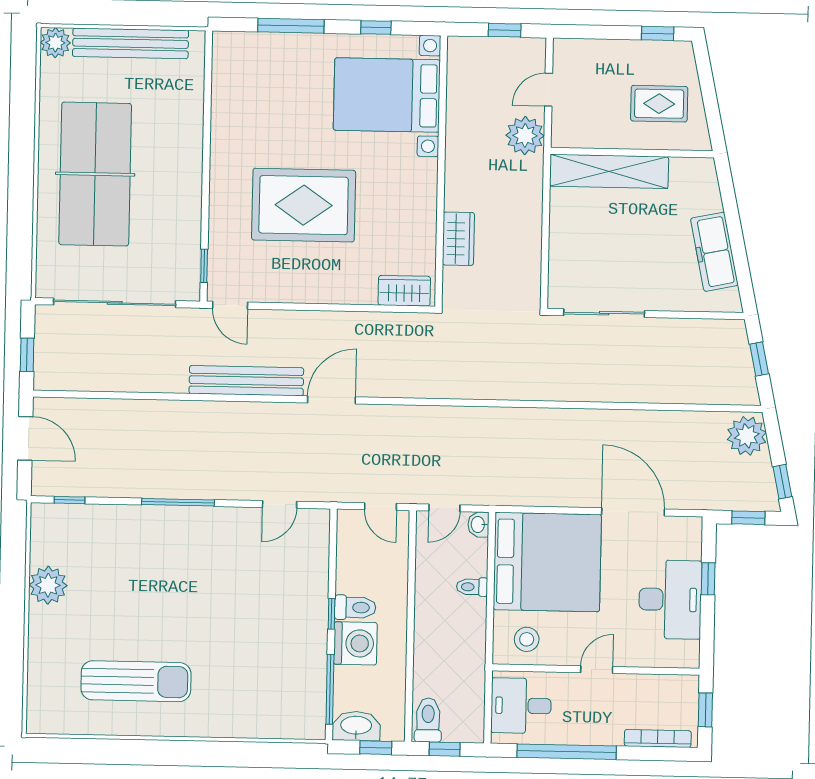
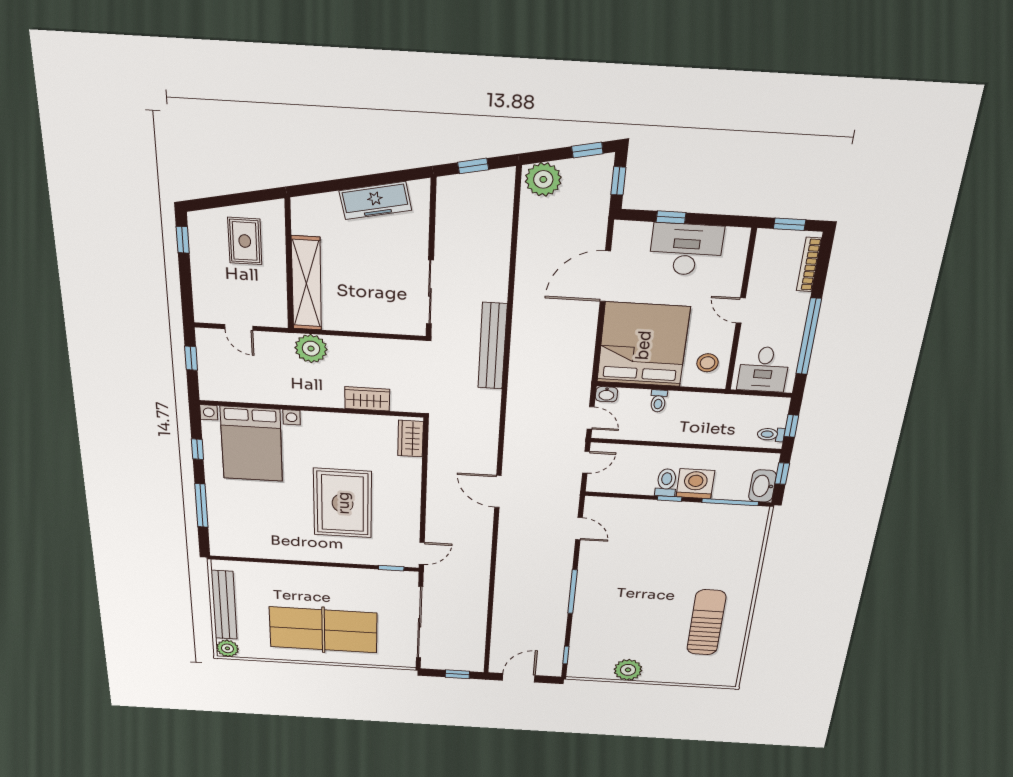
plant: (525, 136) -> (311, 349), moved
bench: (246, 381) -> (492, 346), moved
toilet: (428, 720) -> (771, 434), width x0.73, depth x0.72

